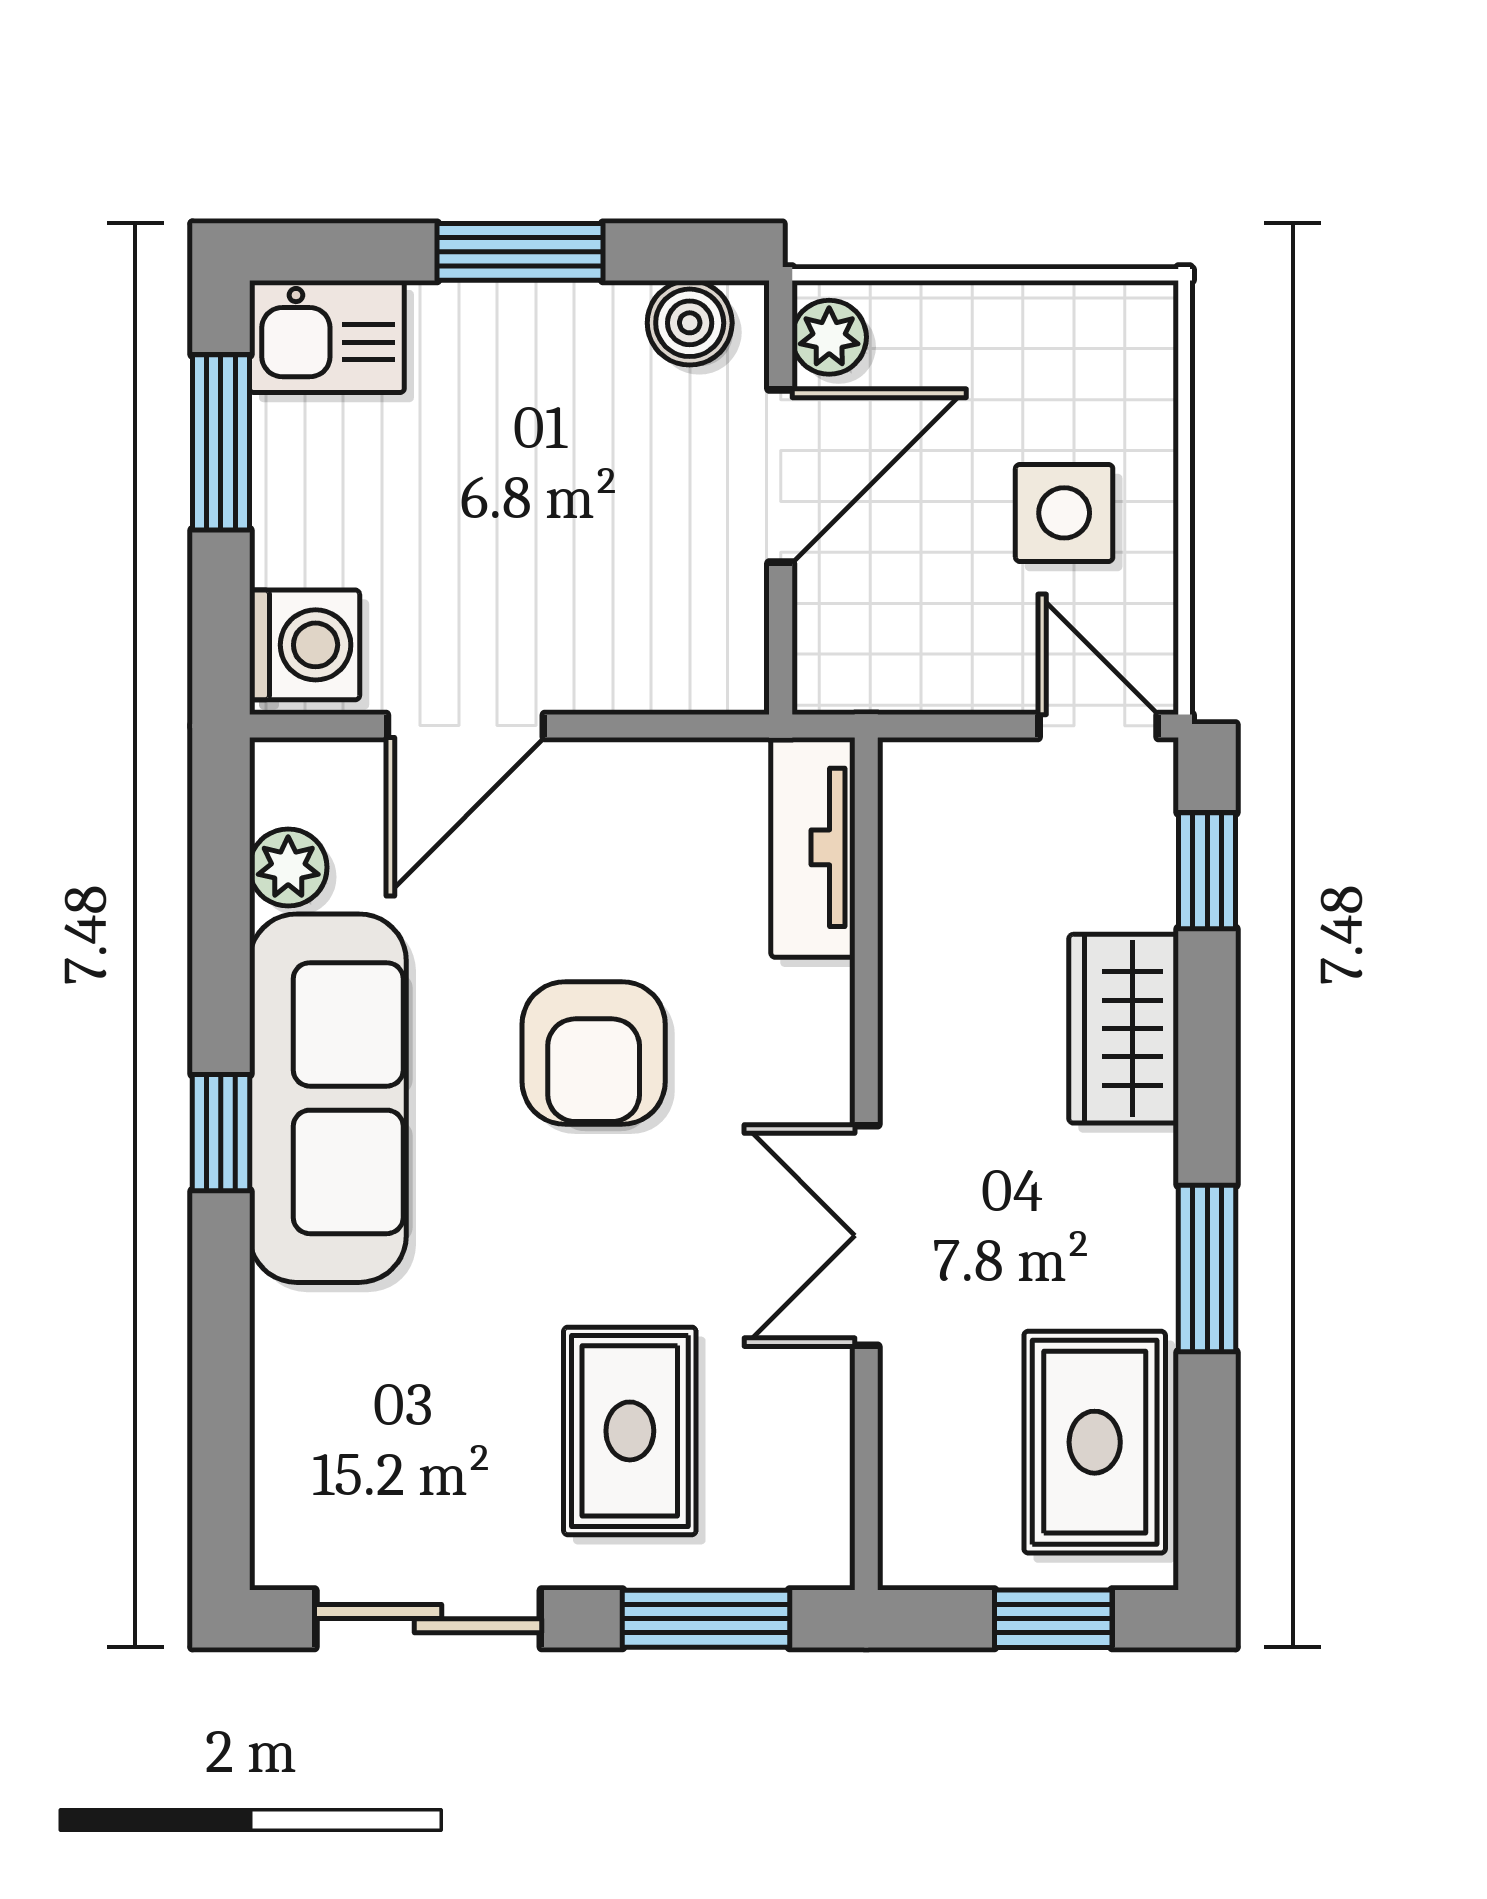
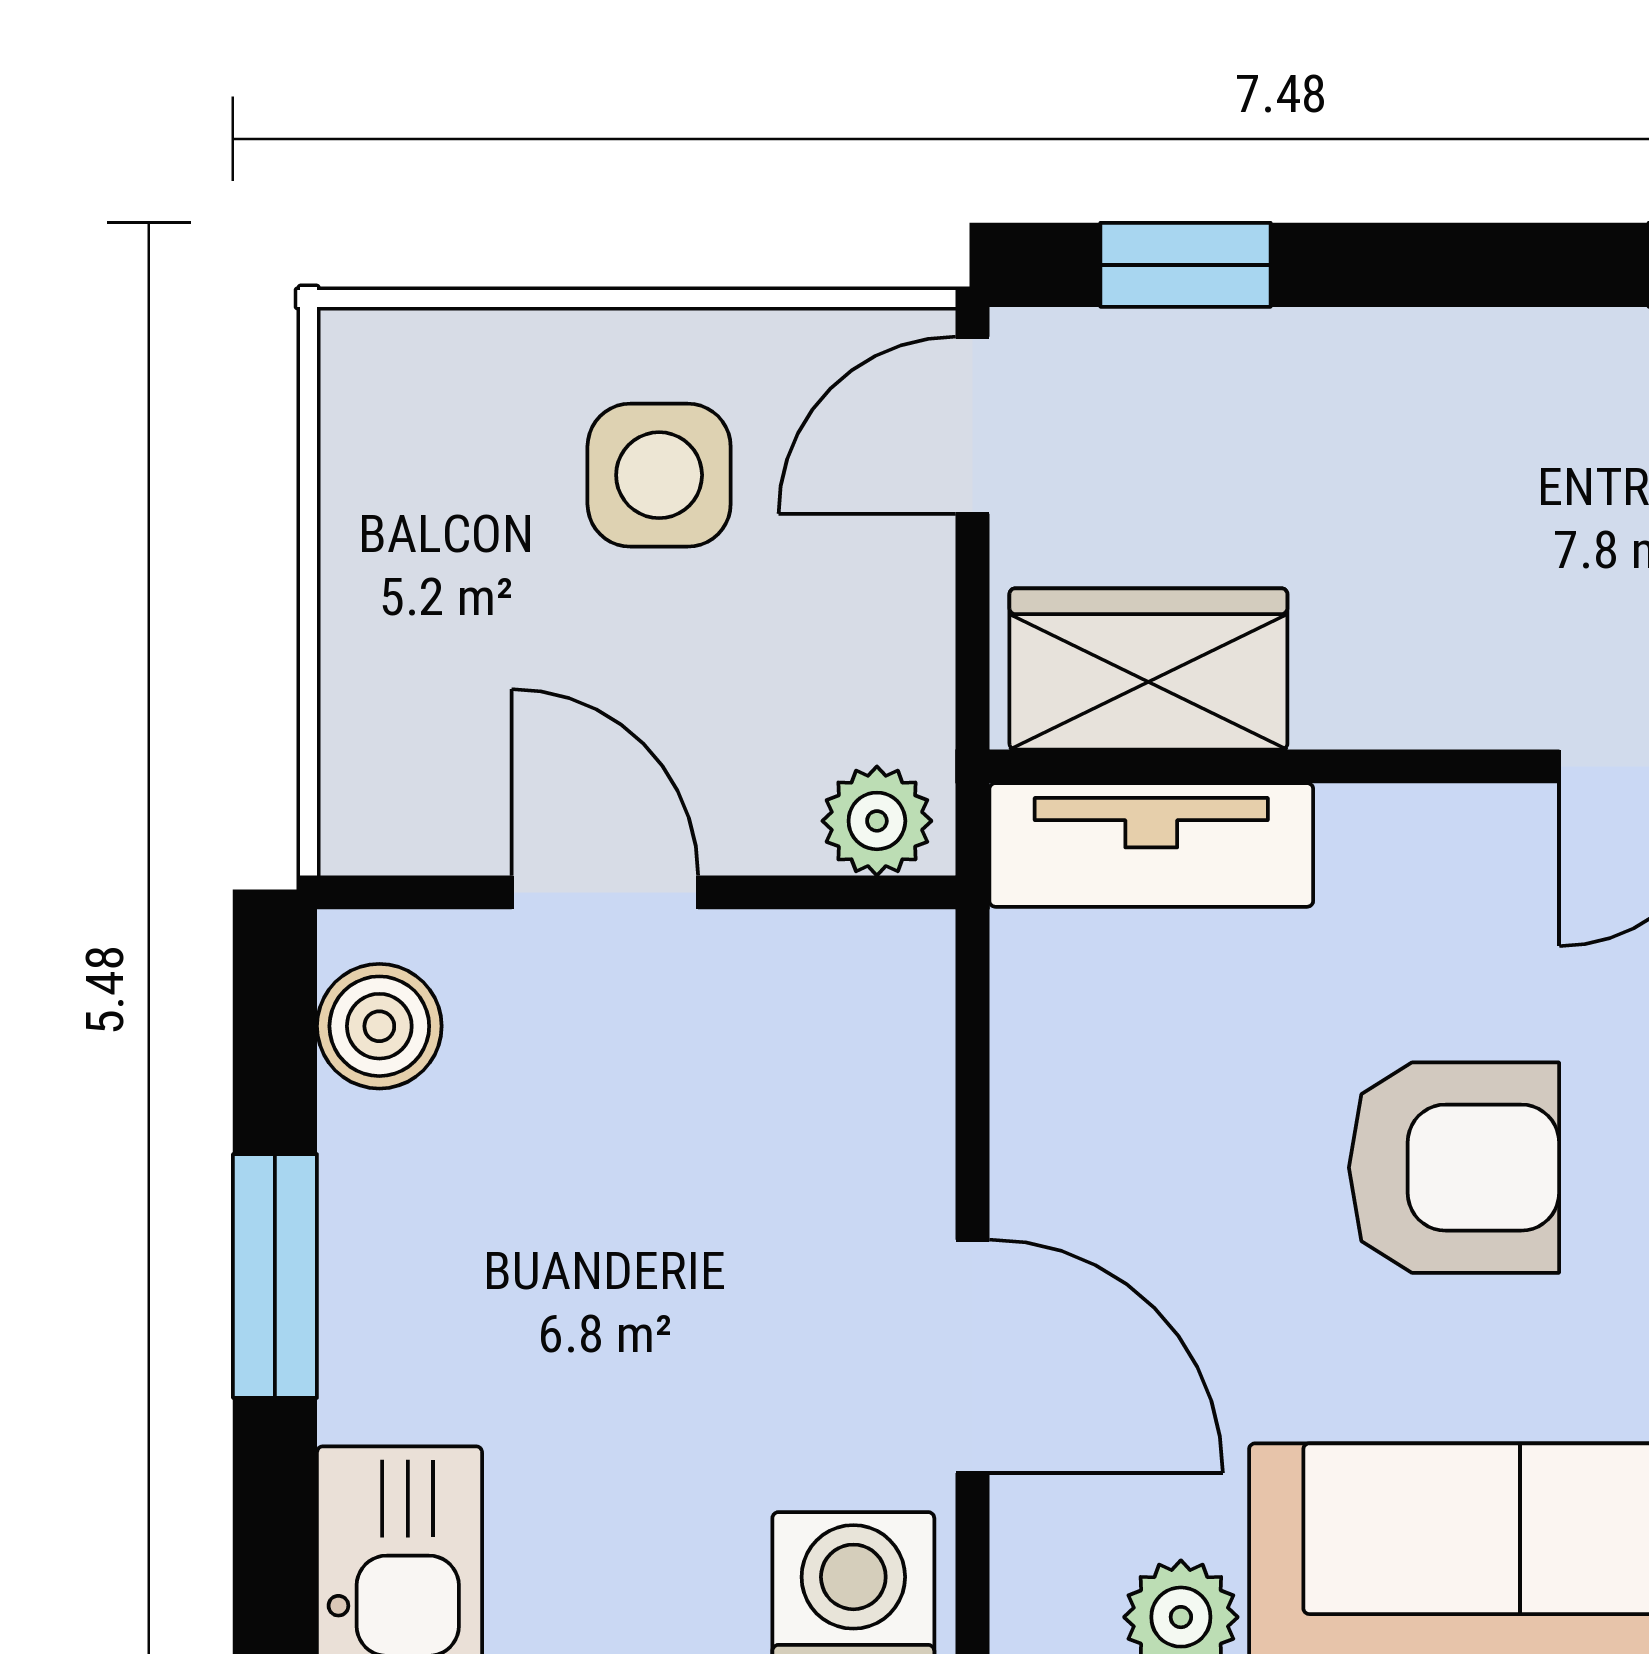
plant: (829, 337) -> (877, 821), moved
door: (781, 476) -> (605, 892), width x0.73
wardrobe: (1124, 1029) -> (1148, 669), moved, turned 180

